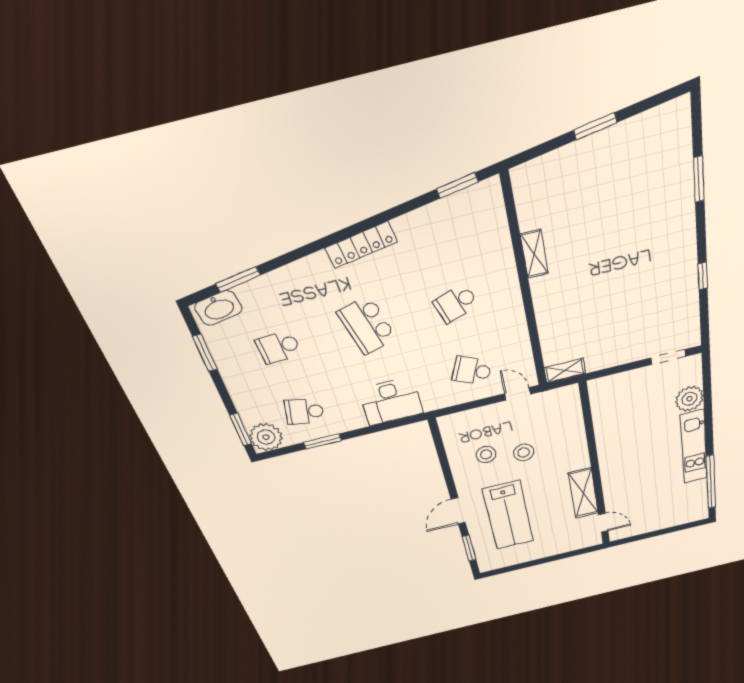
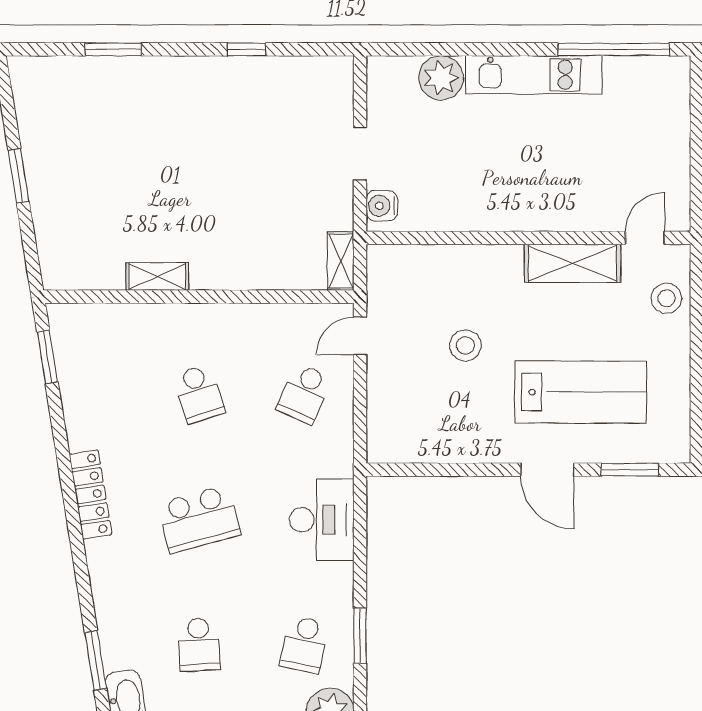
doorway: (668, 357) -> (360, 154), moved
water cooler: (604, 386) -> (382, 206), added
stool: (486, 454) -> (666, 298), moved

